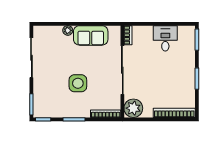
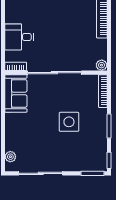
plant: (68, 30) -> (10, 157), moved
sofa: (91, 35) -> (16, 93), moved
desk: (165, 38) -> (19, 37), moved
plant: (133, 108) -> (102, 65), width x0.53, depth x0.53

